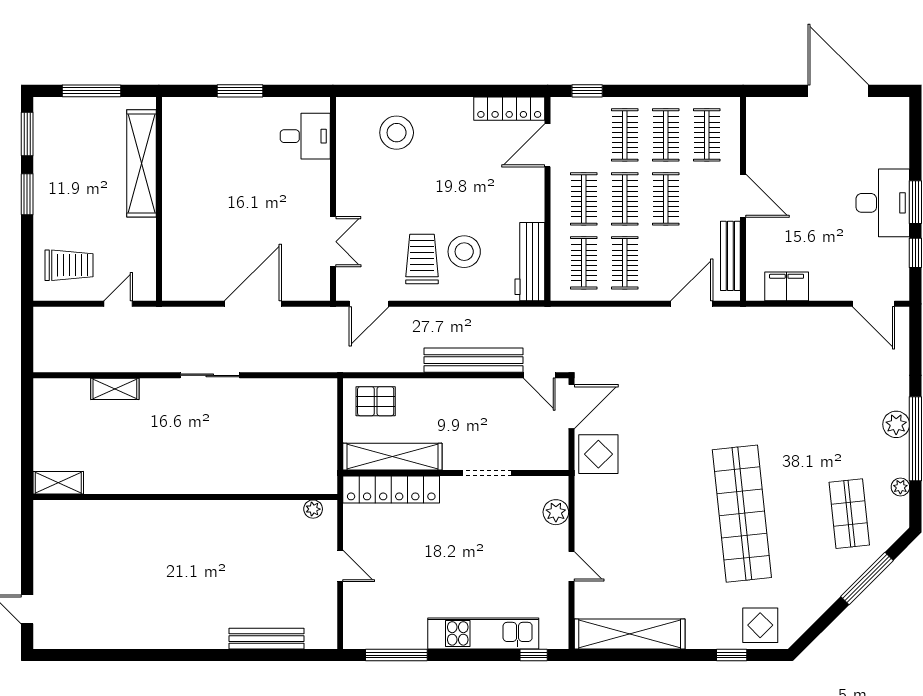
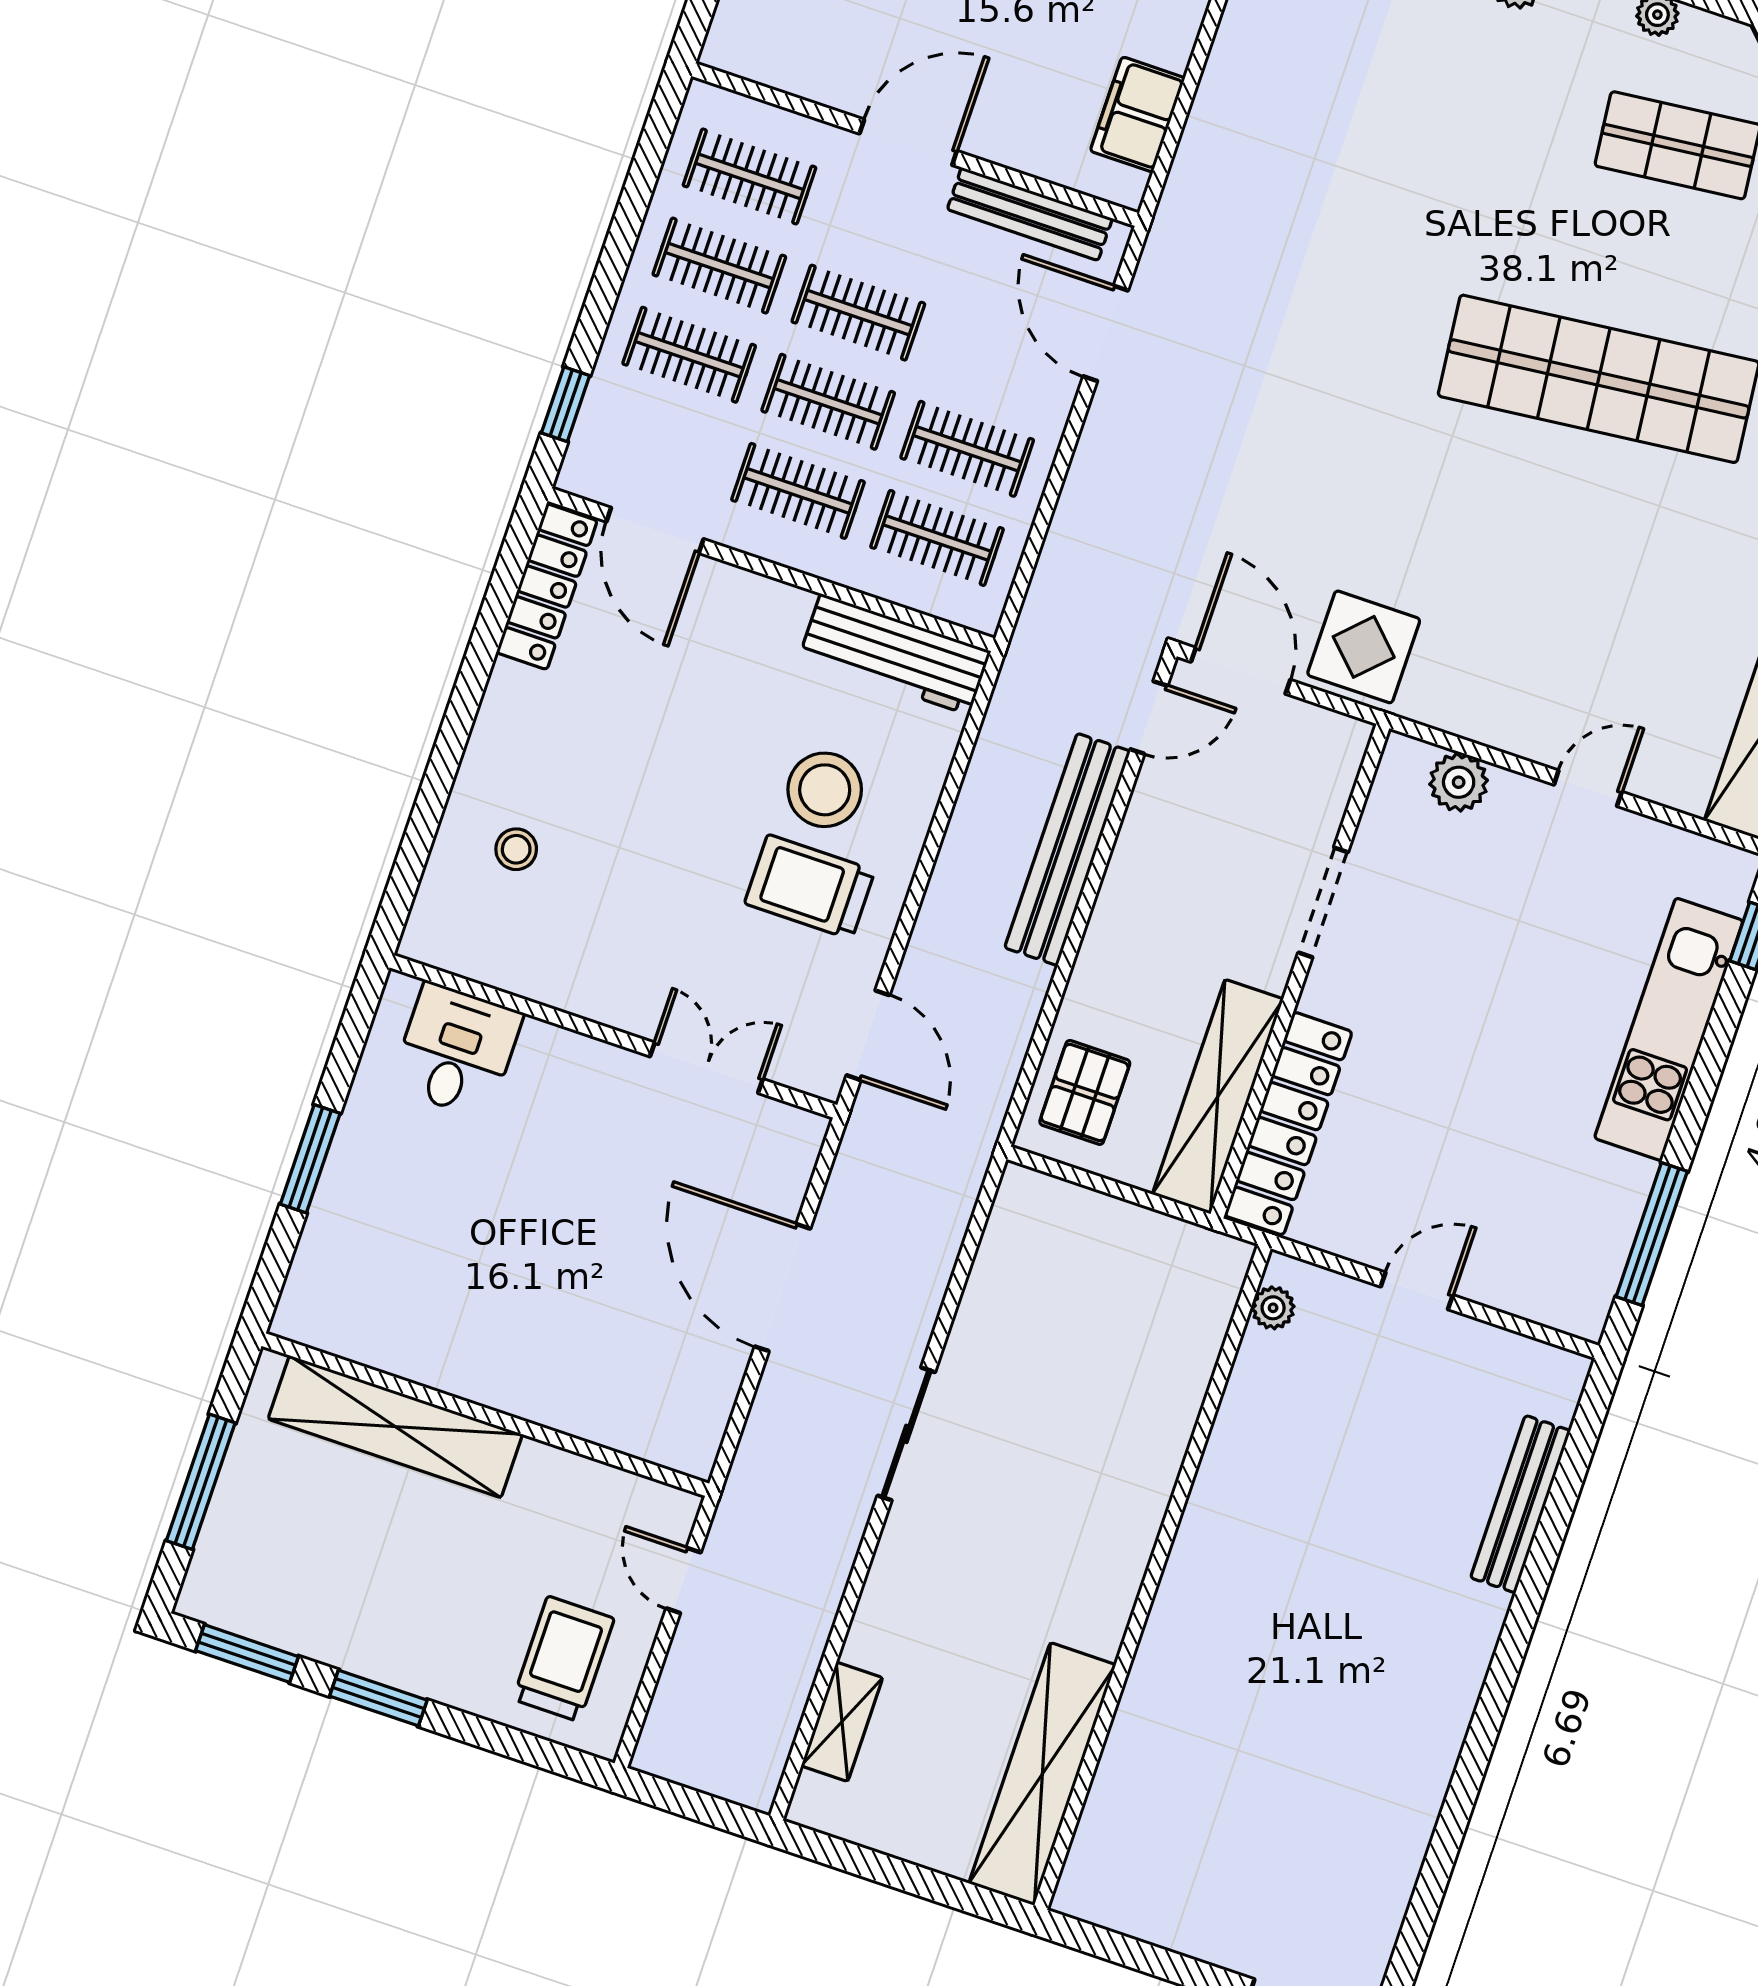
stool: (397, 133) -> (516, 849), width x0.53, depth x0.53
shelving: (115, 389) -> (842, 1722), moved
shelving: (58, 483) -> (1042, 1774), width x2.20, depth x1.33

